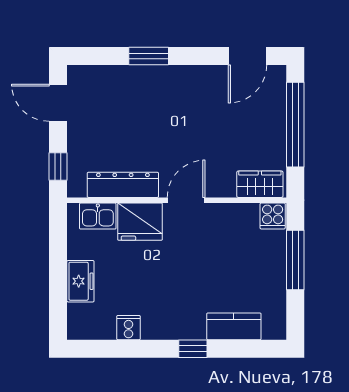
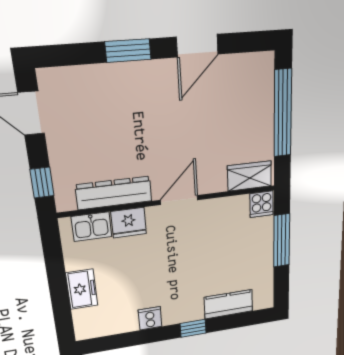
door: (247, 56) -> (197, 46), moved
fridge: (140, 222) -> (129, 223), width x0.73, depth x0.75
cooker: (128, 328) -> (150, 318), moved

